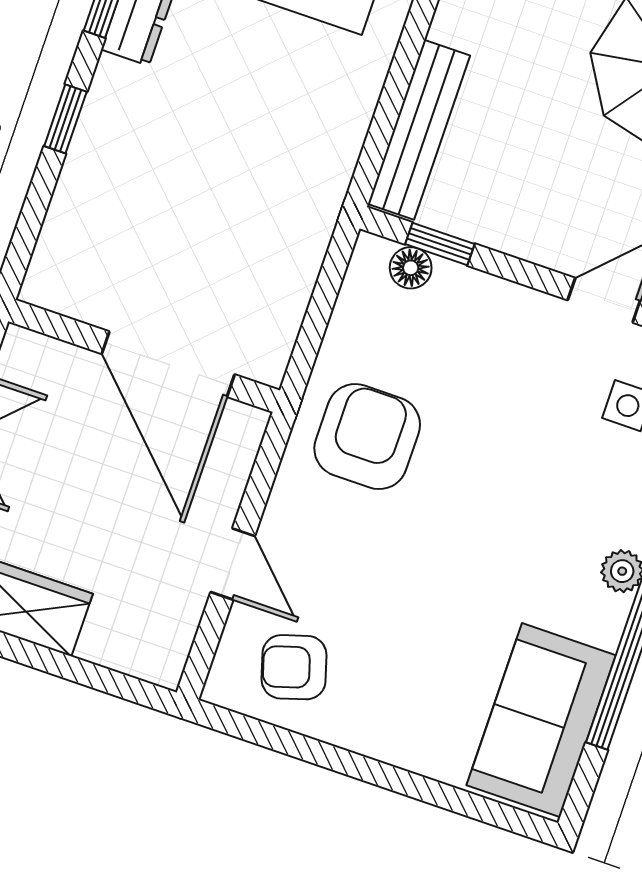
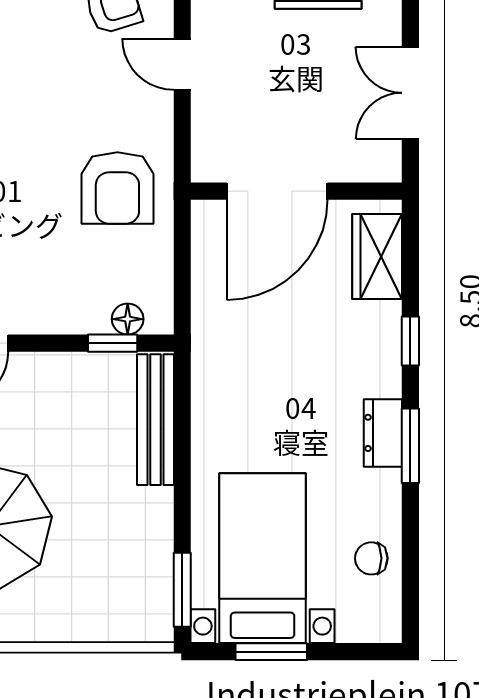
wardrobe: (71, 239) -> (377, 256), added
door: (168, 364) -> (277, 191), swing flipped

